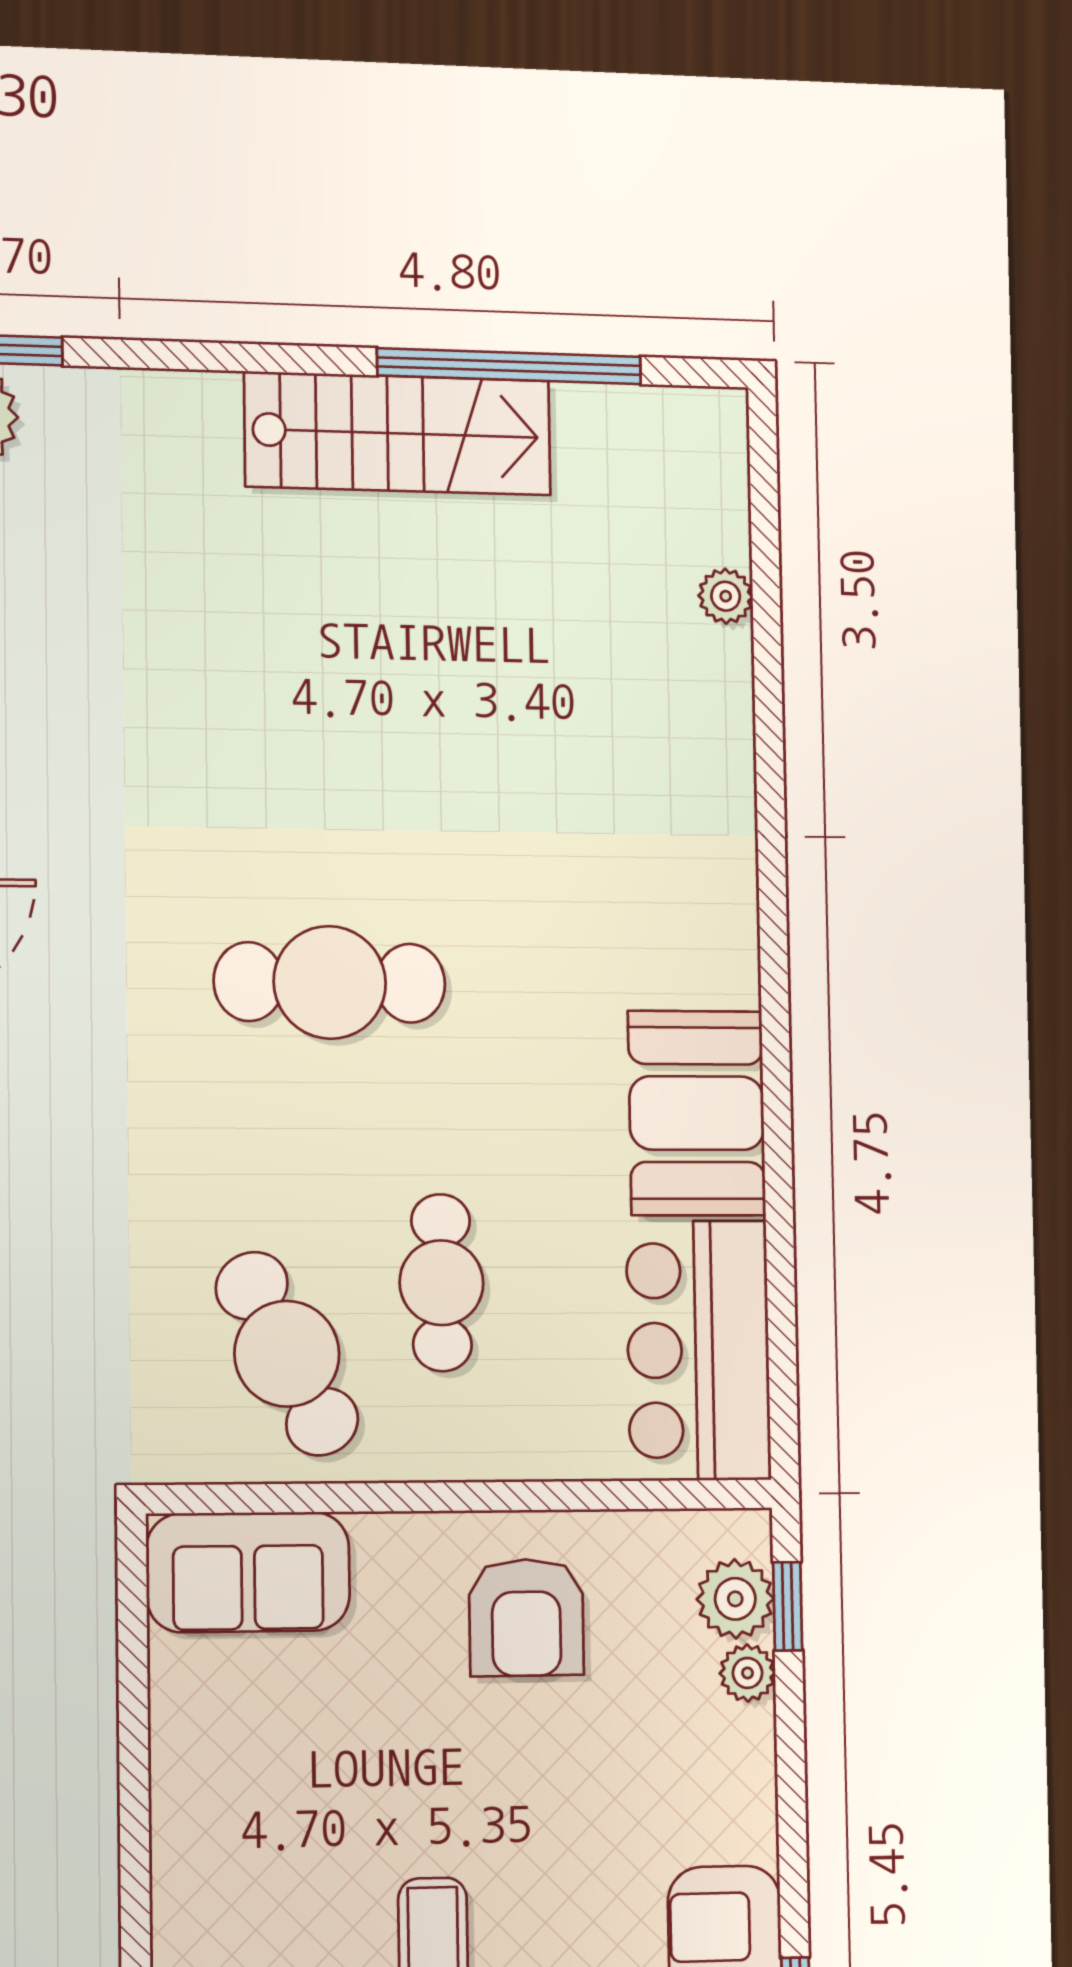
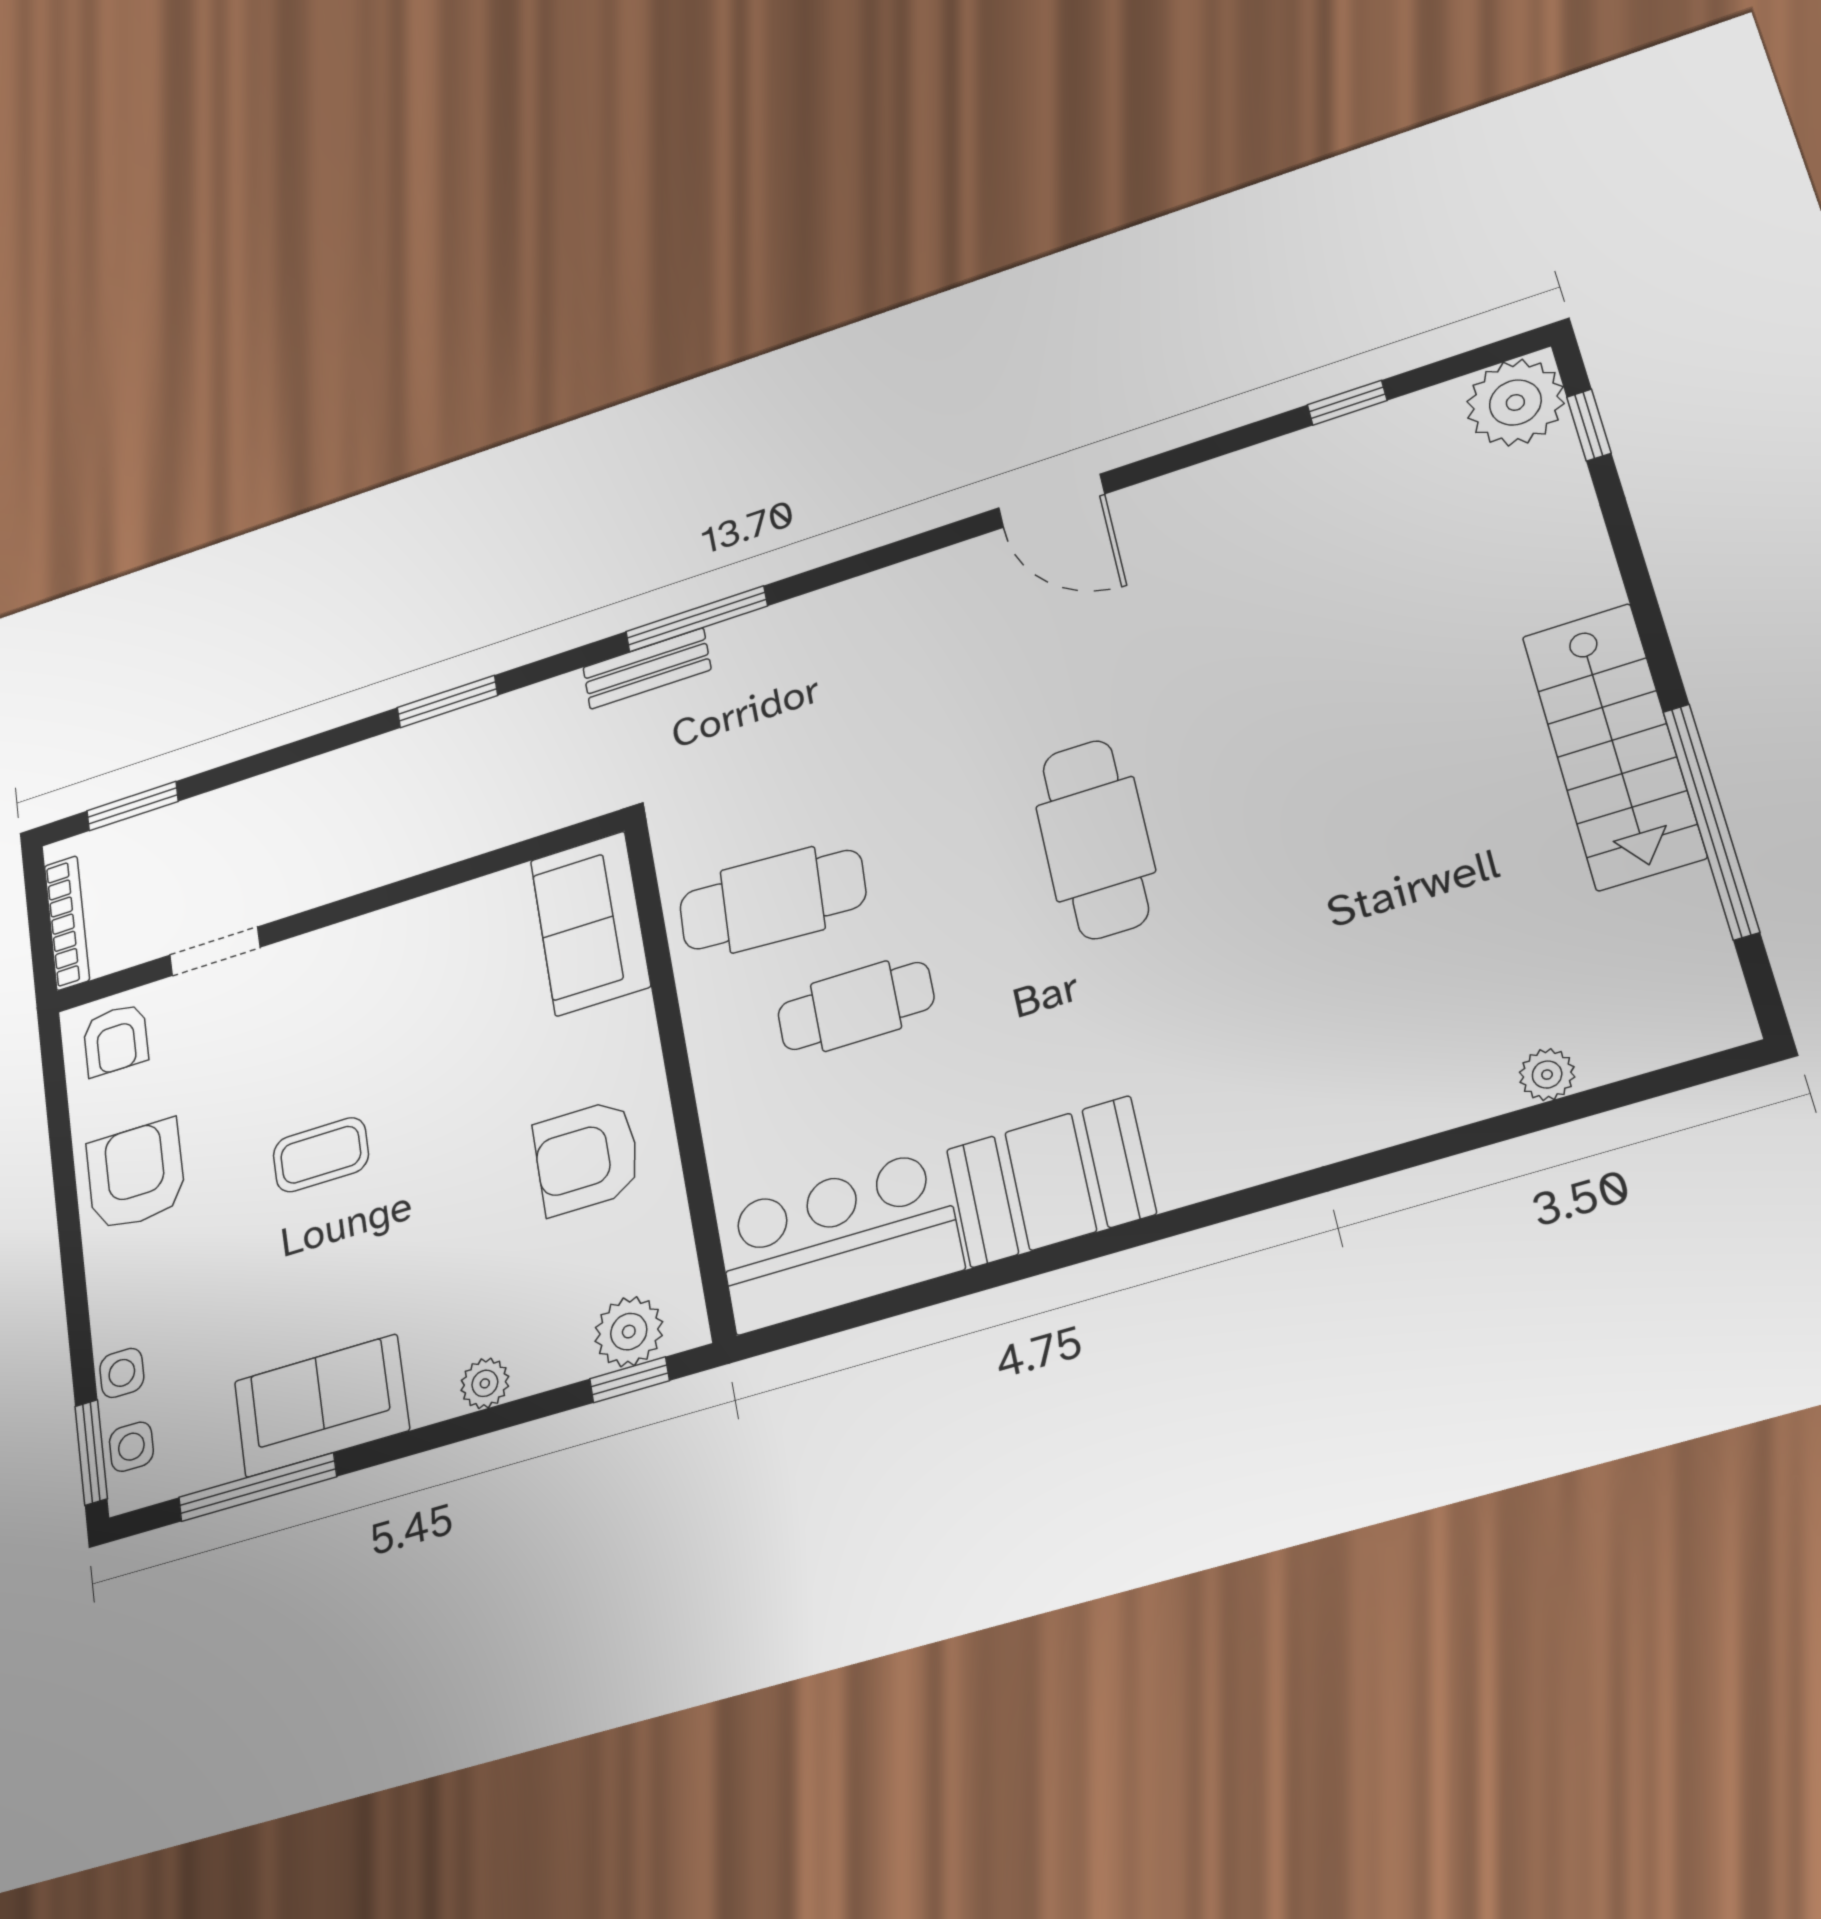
cafe table: (287, 1354) -> (773, 900), turned 30
plant: (748, 1673) -> (485, 1383), moved

